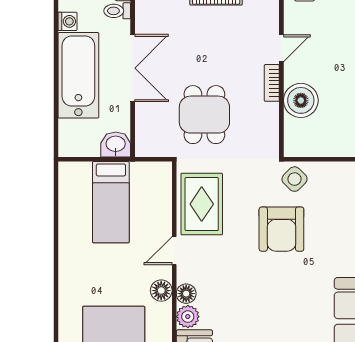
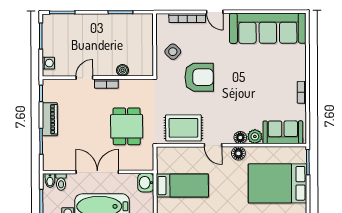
door: (281, 48) -> (84, 78), hinge flipped
boiler: (301, 100) -> (123, 70), width x0.54, depth x0.54
dining table: (204, 115) -> (127, 126), turned 90
side table: (294, 179) -> (173, 52), moved

